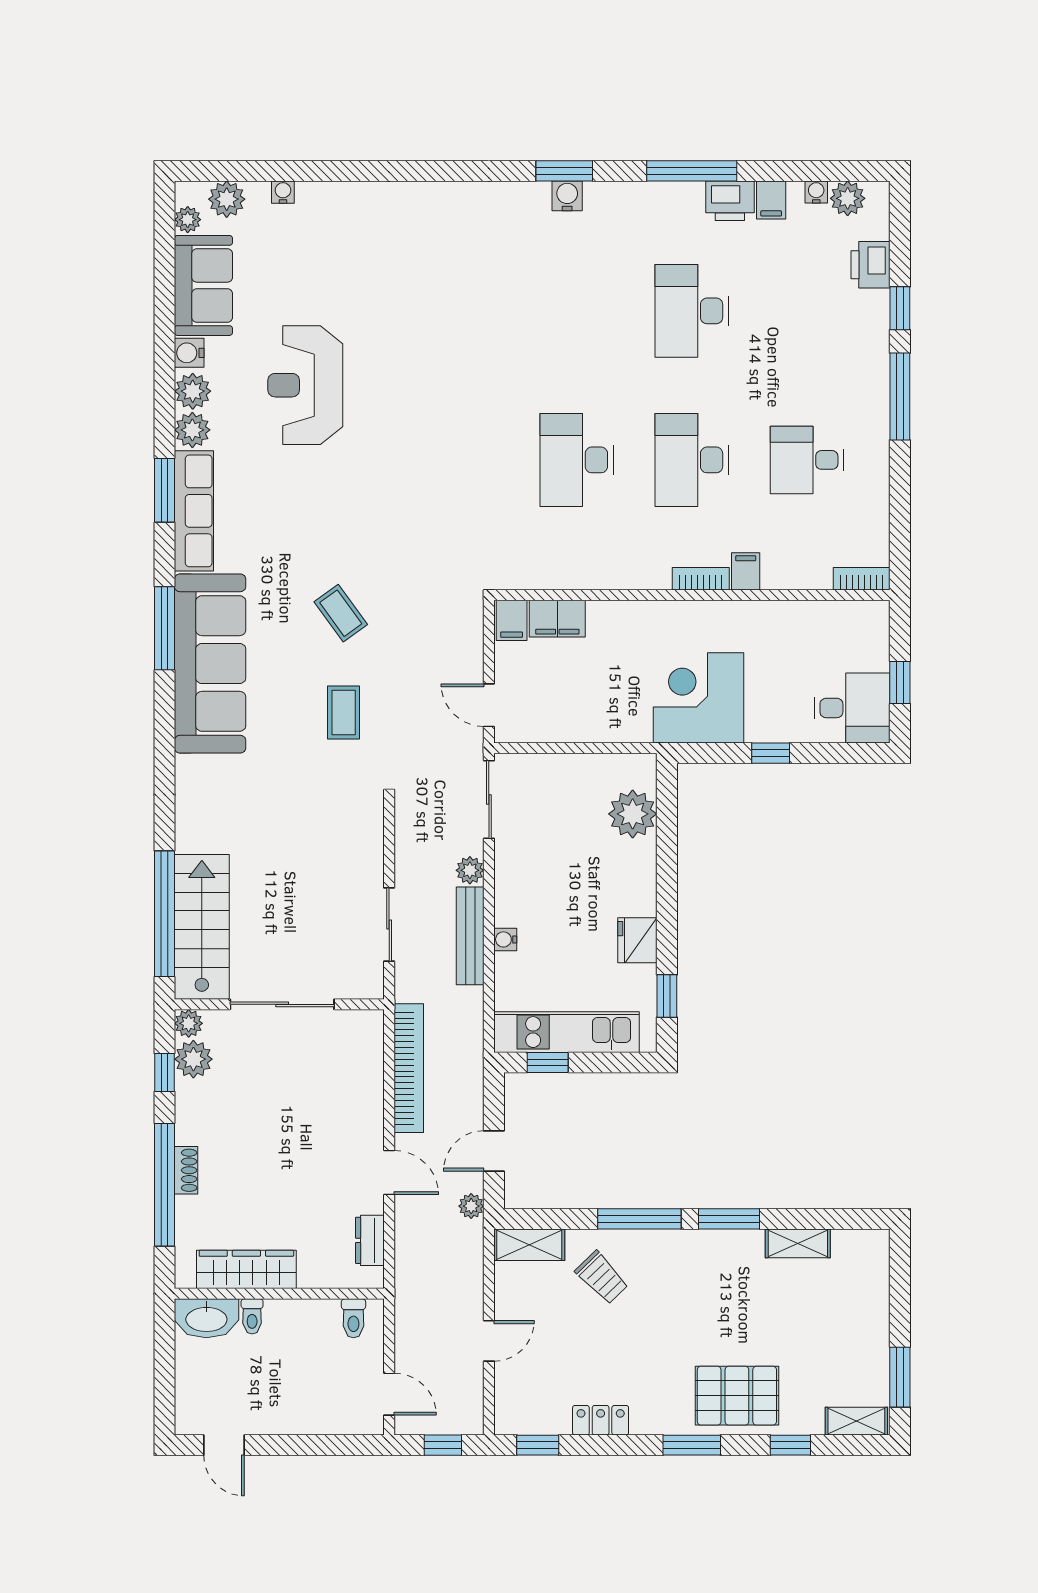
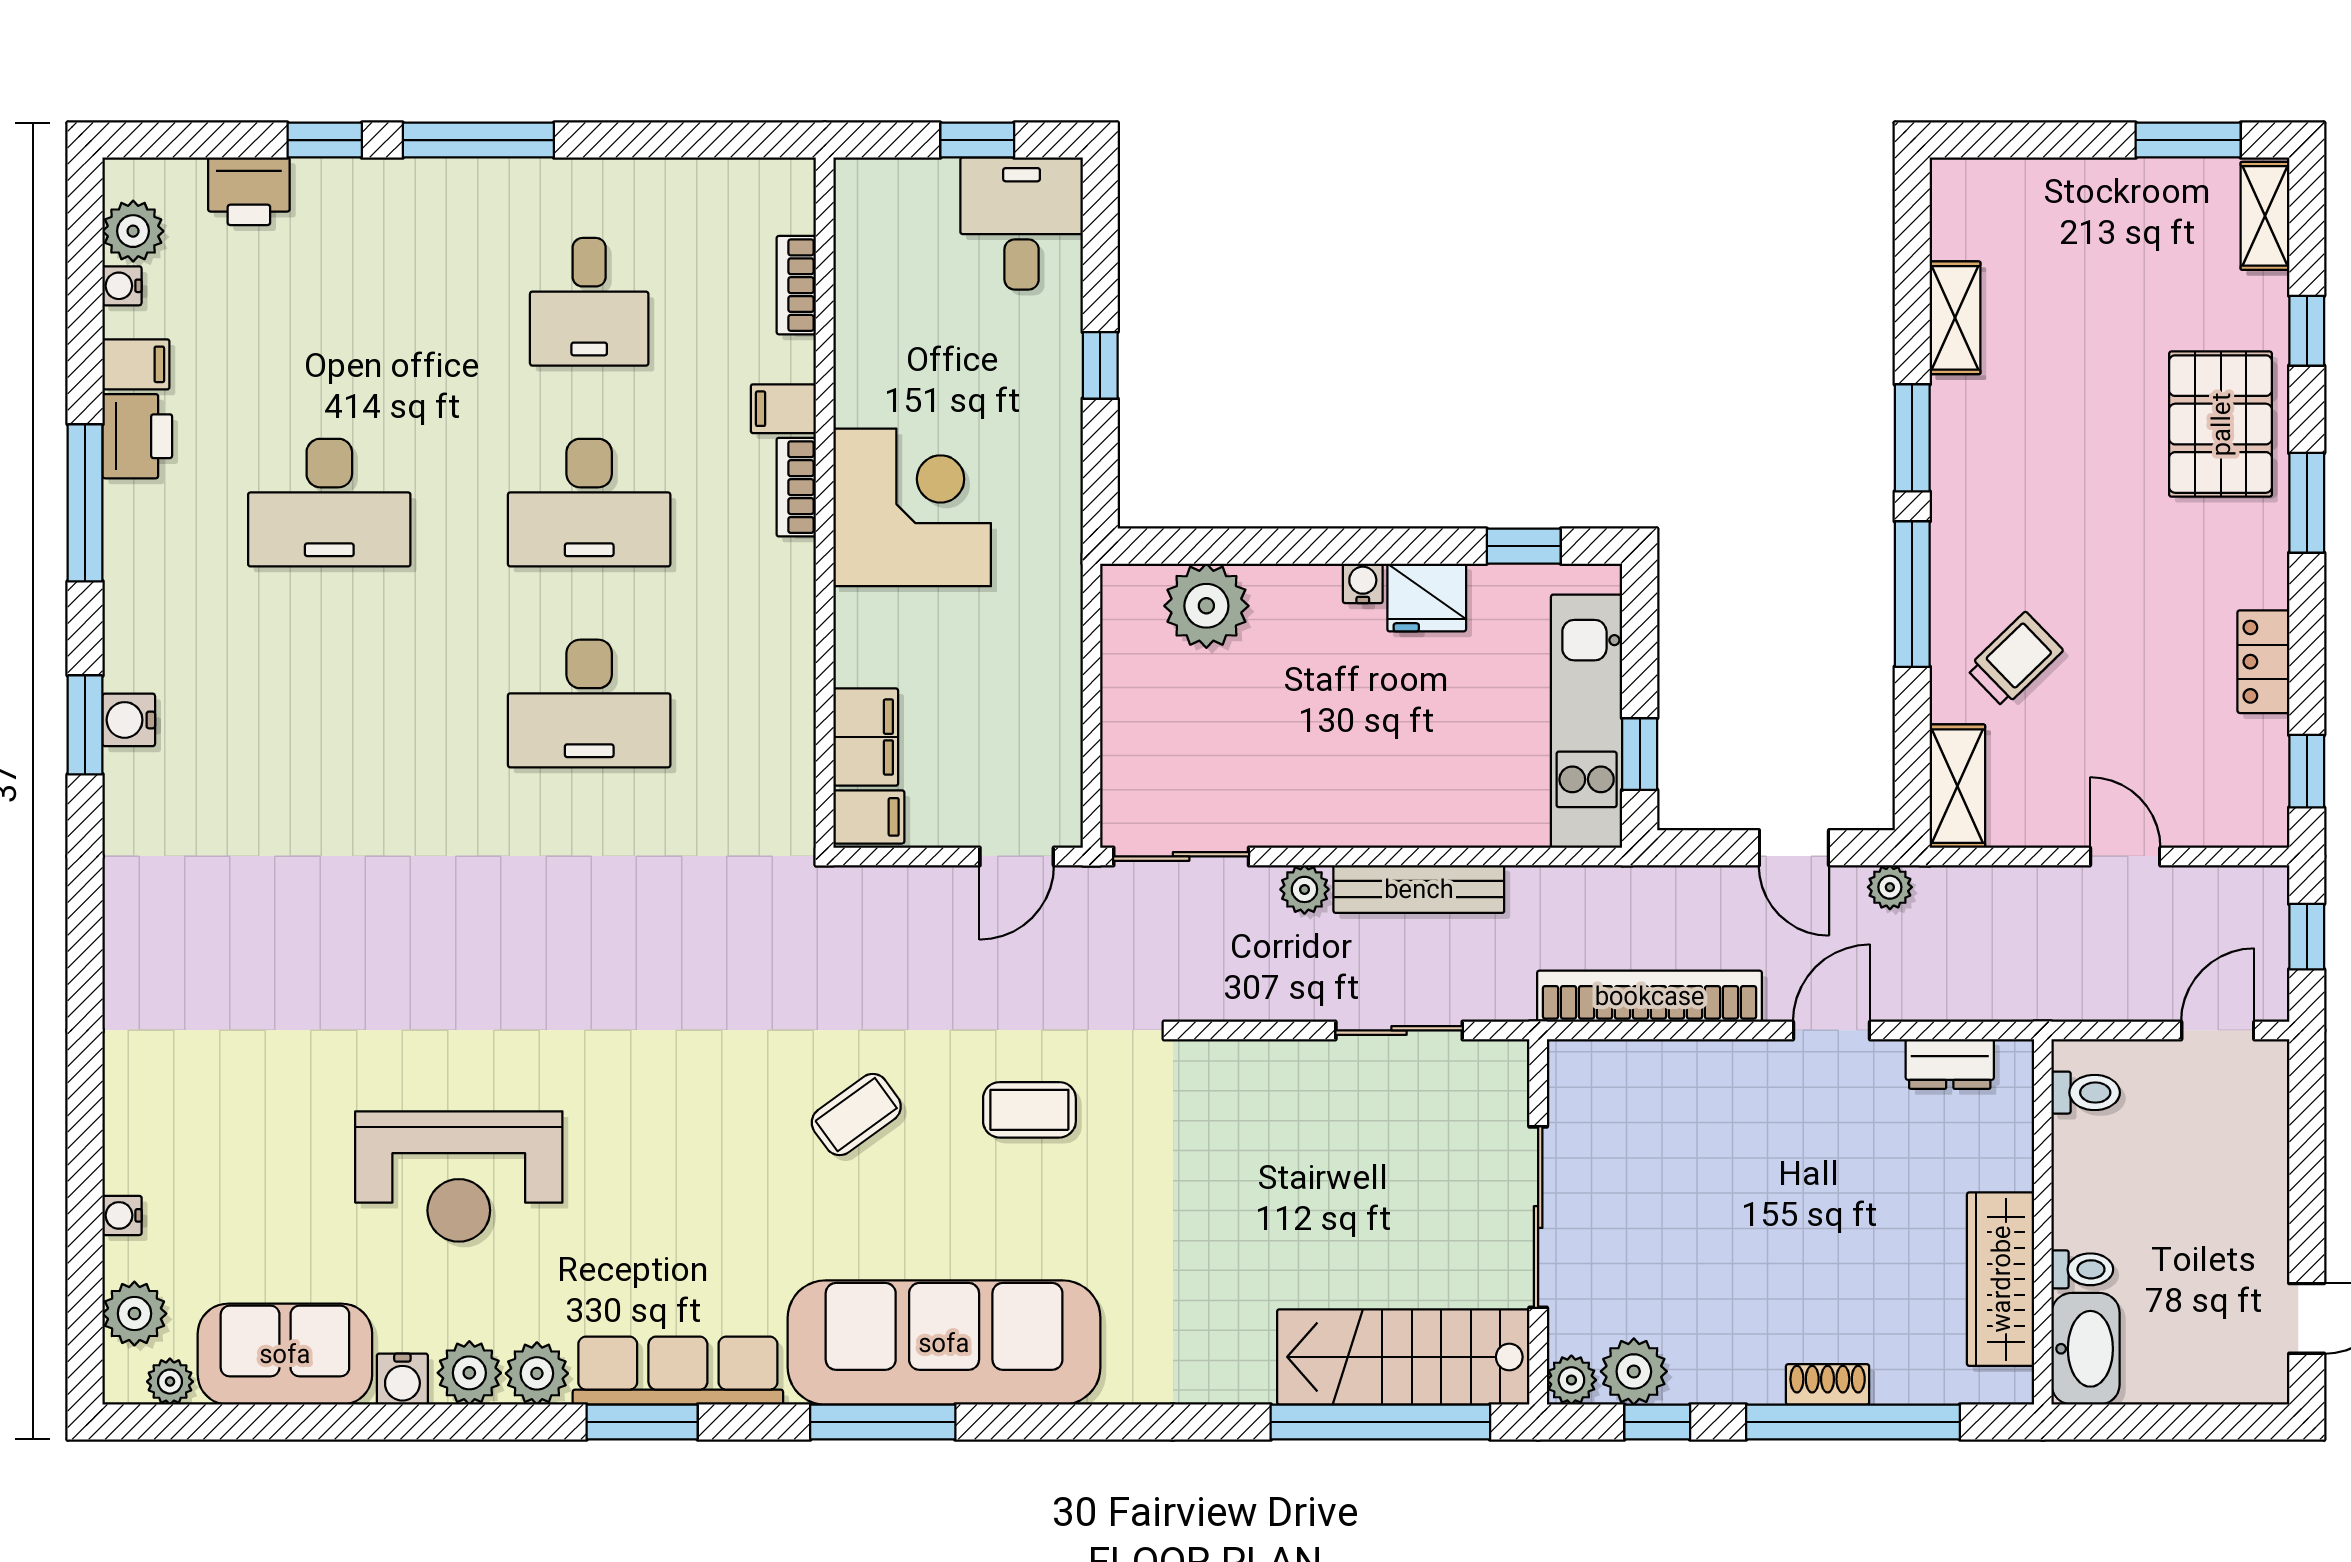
bookcase: (862, 579) -> (796, 285), moved
corner desk: (699, 698) -> (912, 507), moved, turned 180
water cooler: (505, 939) -> (1363, 583), moved, turned 180

